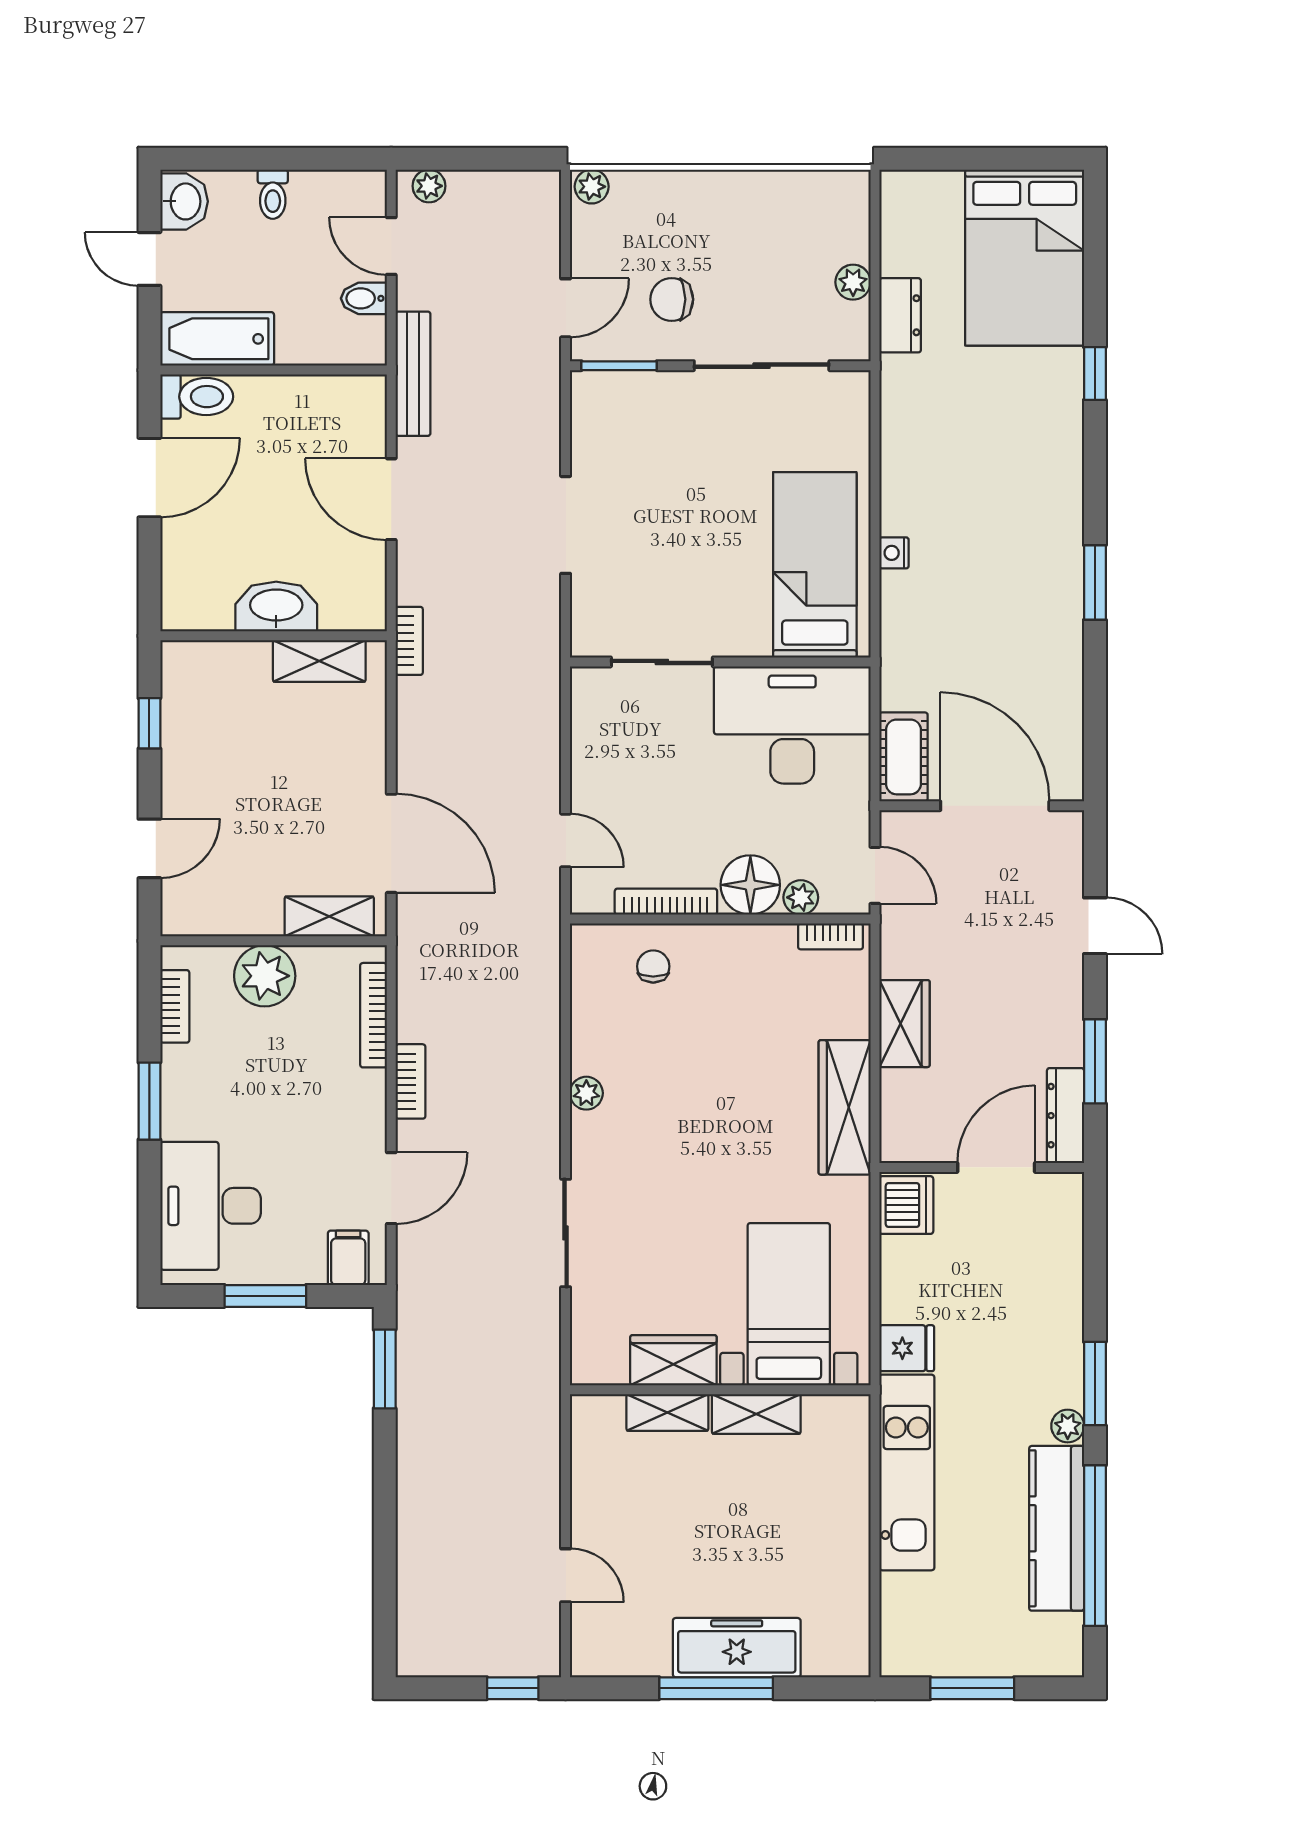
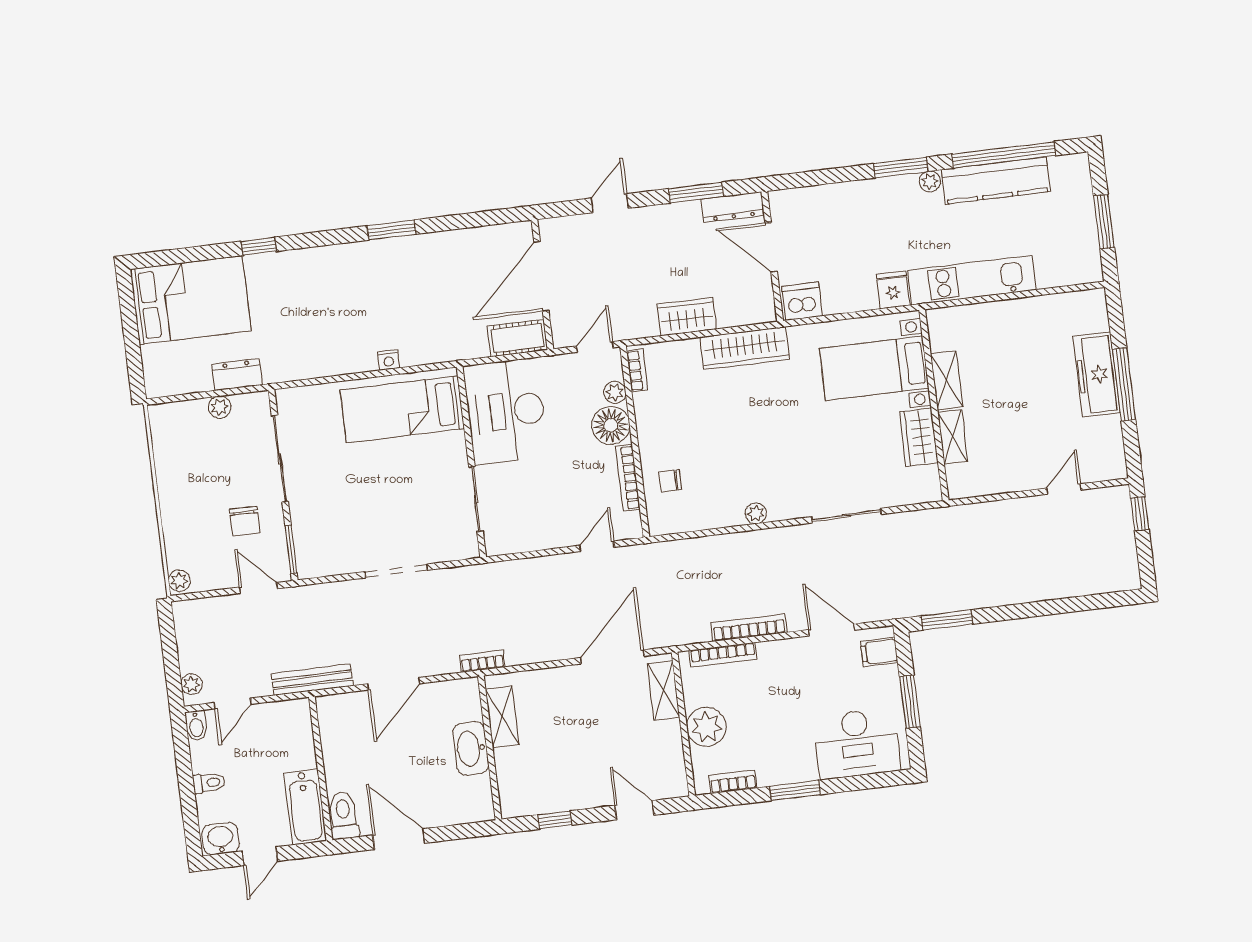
bidet: (364, 298) -> (196, 726), moved
bookcase: (410, 1081) -> (749, 628), width x1.56

